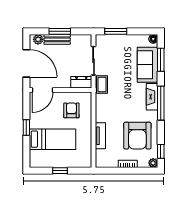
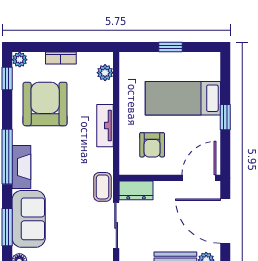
tv unit: (100, 136) -> (105, 126), moved
plant: (100, 155) -> (105, 73), added

